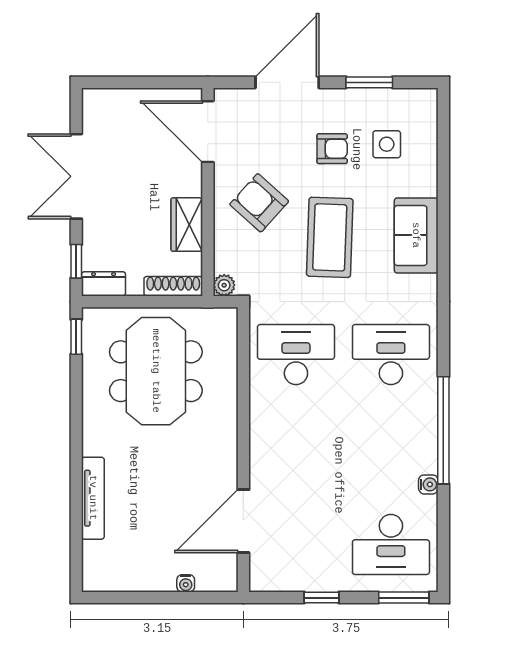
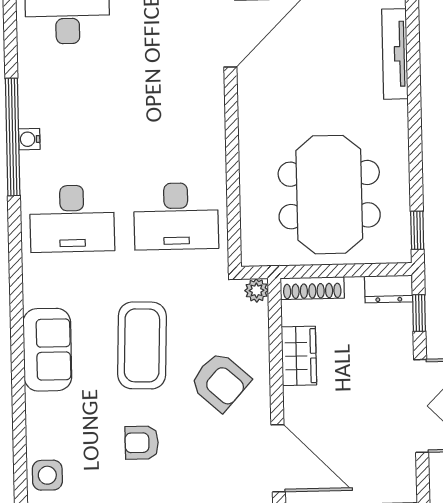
side table: (387, 144) -> (47, 475), moved
water cooler: (428, 484) -> (29, 139), moved

